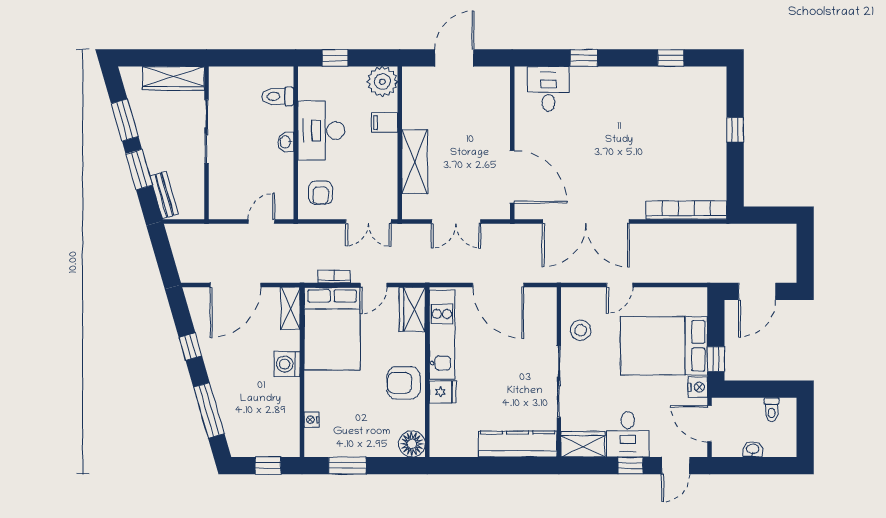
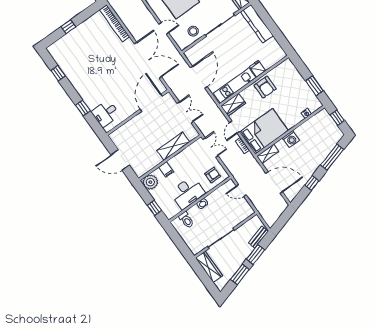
door: (374, 285) -> (235, 127), swing flipped
floor lamp: (412, 444) -> (287, 66), removed

